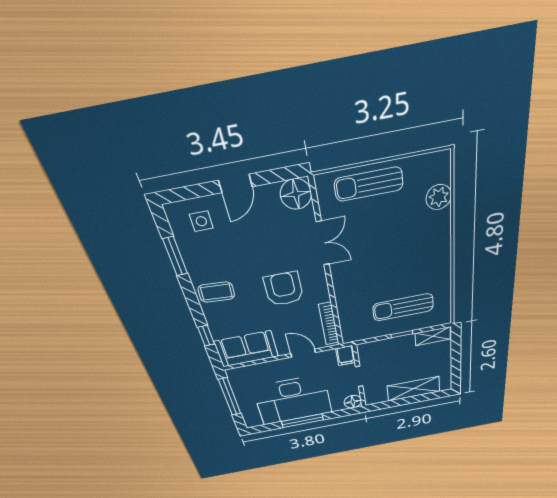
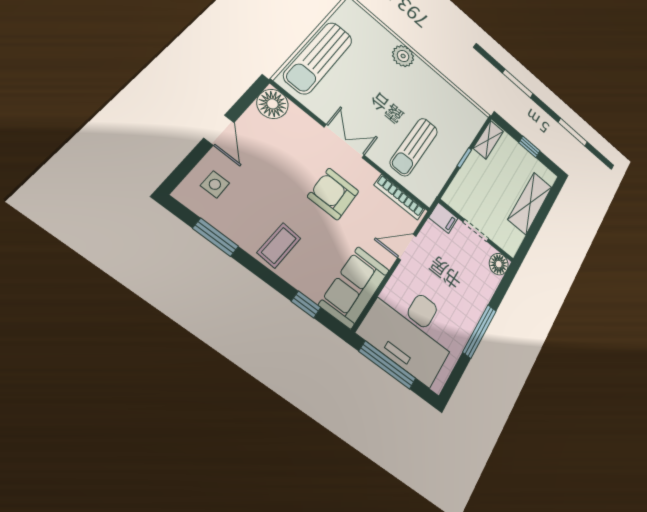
sun lounger: (369, 184) -> (318, 58), width x1.36, depth x1.34
plant: (439, 197) -> (403, 56), moved
double door: (323, 243) -> (344, 141), moved
sun lounger: (403, 307) -> (414, 147), moved
window: (456, 361) -> (529, 147), added
desk: (293, 400) -> (411, 330), moved, turned 90

